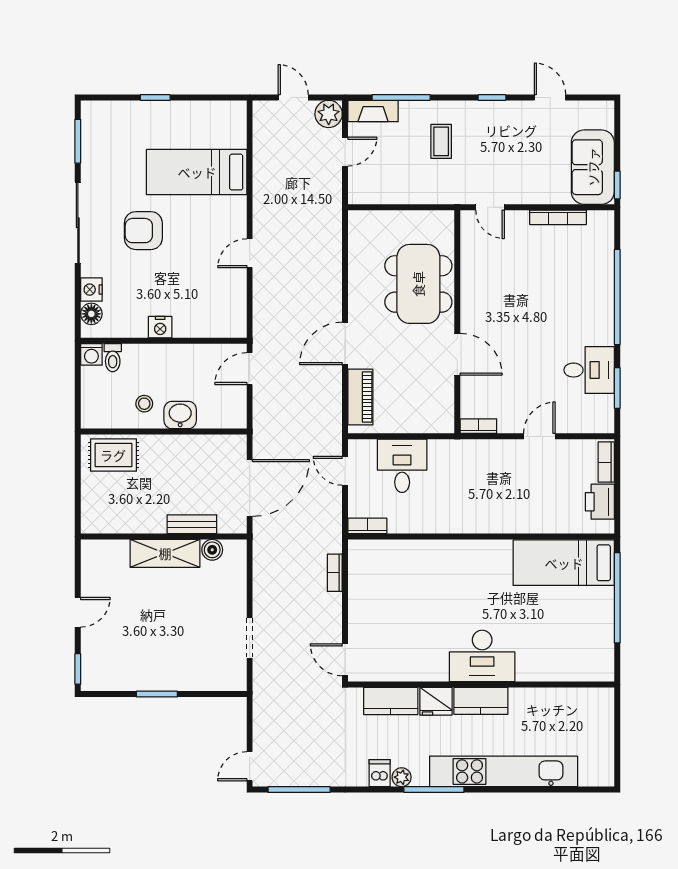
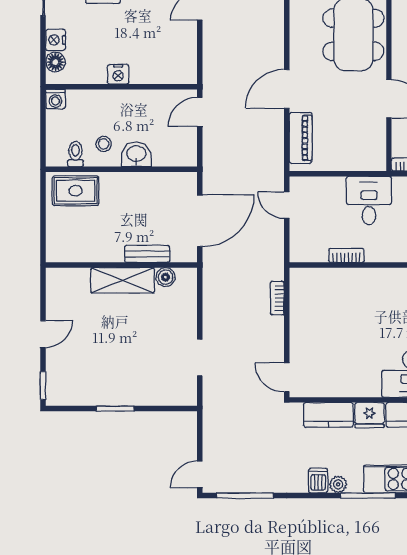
toilet: (113, 358) -> (75, 154), moved, turned 180
desk: (402, 466) -> (369, 201), moved
bookcase: (367, 526) -> (346, 255), moved

